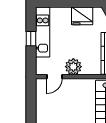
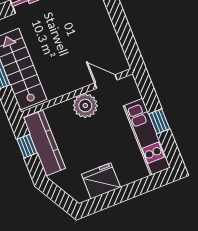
door: (54, 77) -> (106, 81), hinge flipped

